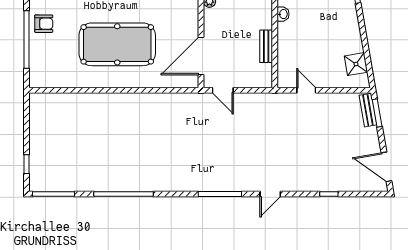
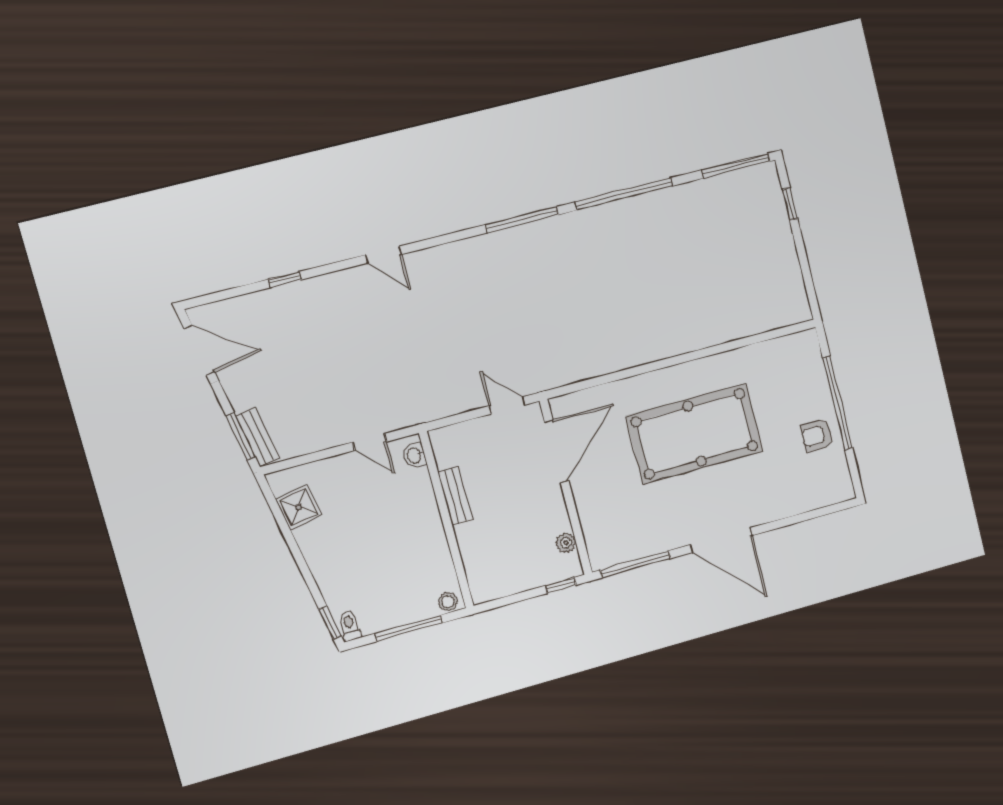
washbasin: (283, 14) -> (415, 455), moved
window: (220, 194) -> (522, 220), moved
door: (270, 194) -> (383, 255), swing flipped

